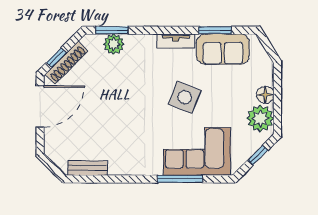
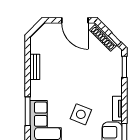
plant: (114, 44) -> (115, 68), removed
window: (56, 58) -> (115, 39), moved
bench: (87, 168) -> (35, 67), moved

